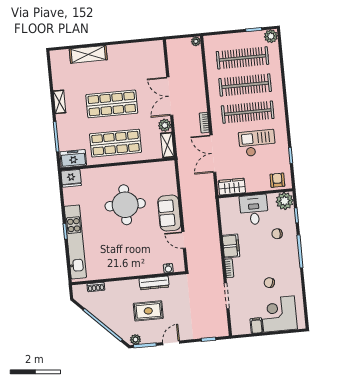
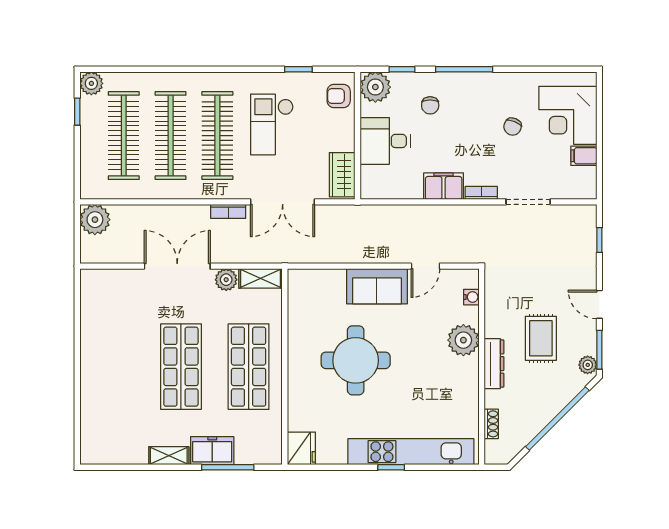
plant: (196, 41) -> (95, 220), width x1.88, depth x1.88
shelving: (88, 54) -> (92, 399), removed
double door: (170, 96) -> (177, 266), swing flipped
freezer: (73, 159) -> (212, 451), moved, turned 90
plant: (143, 266) -> (463, 340), added
dresser: (154, 283) -> (494, 364), moved

